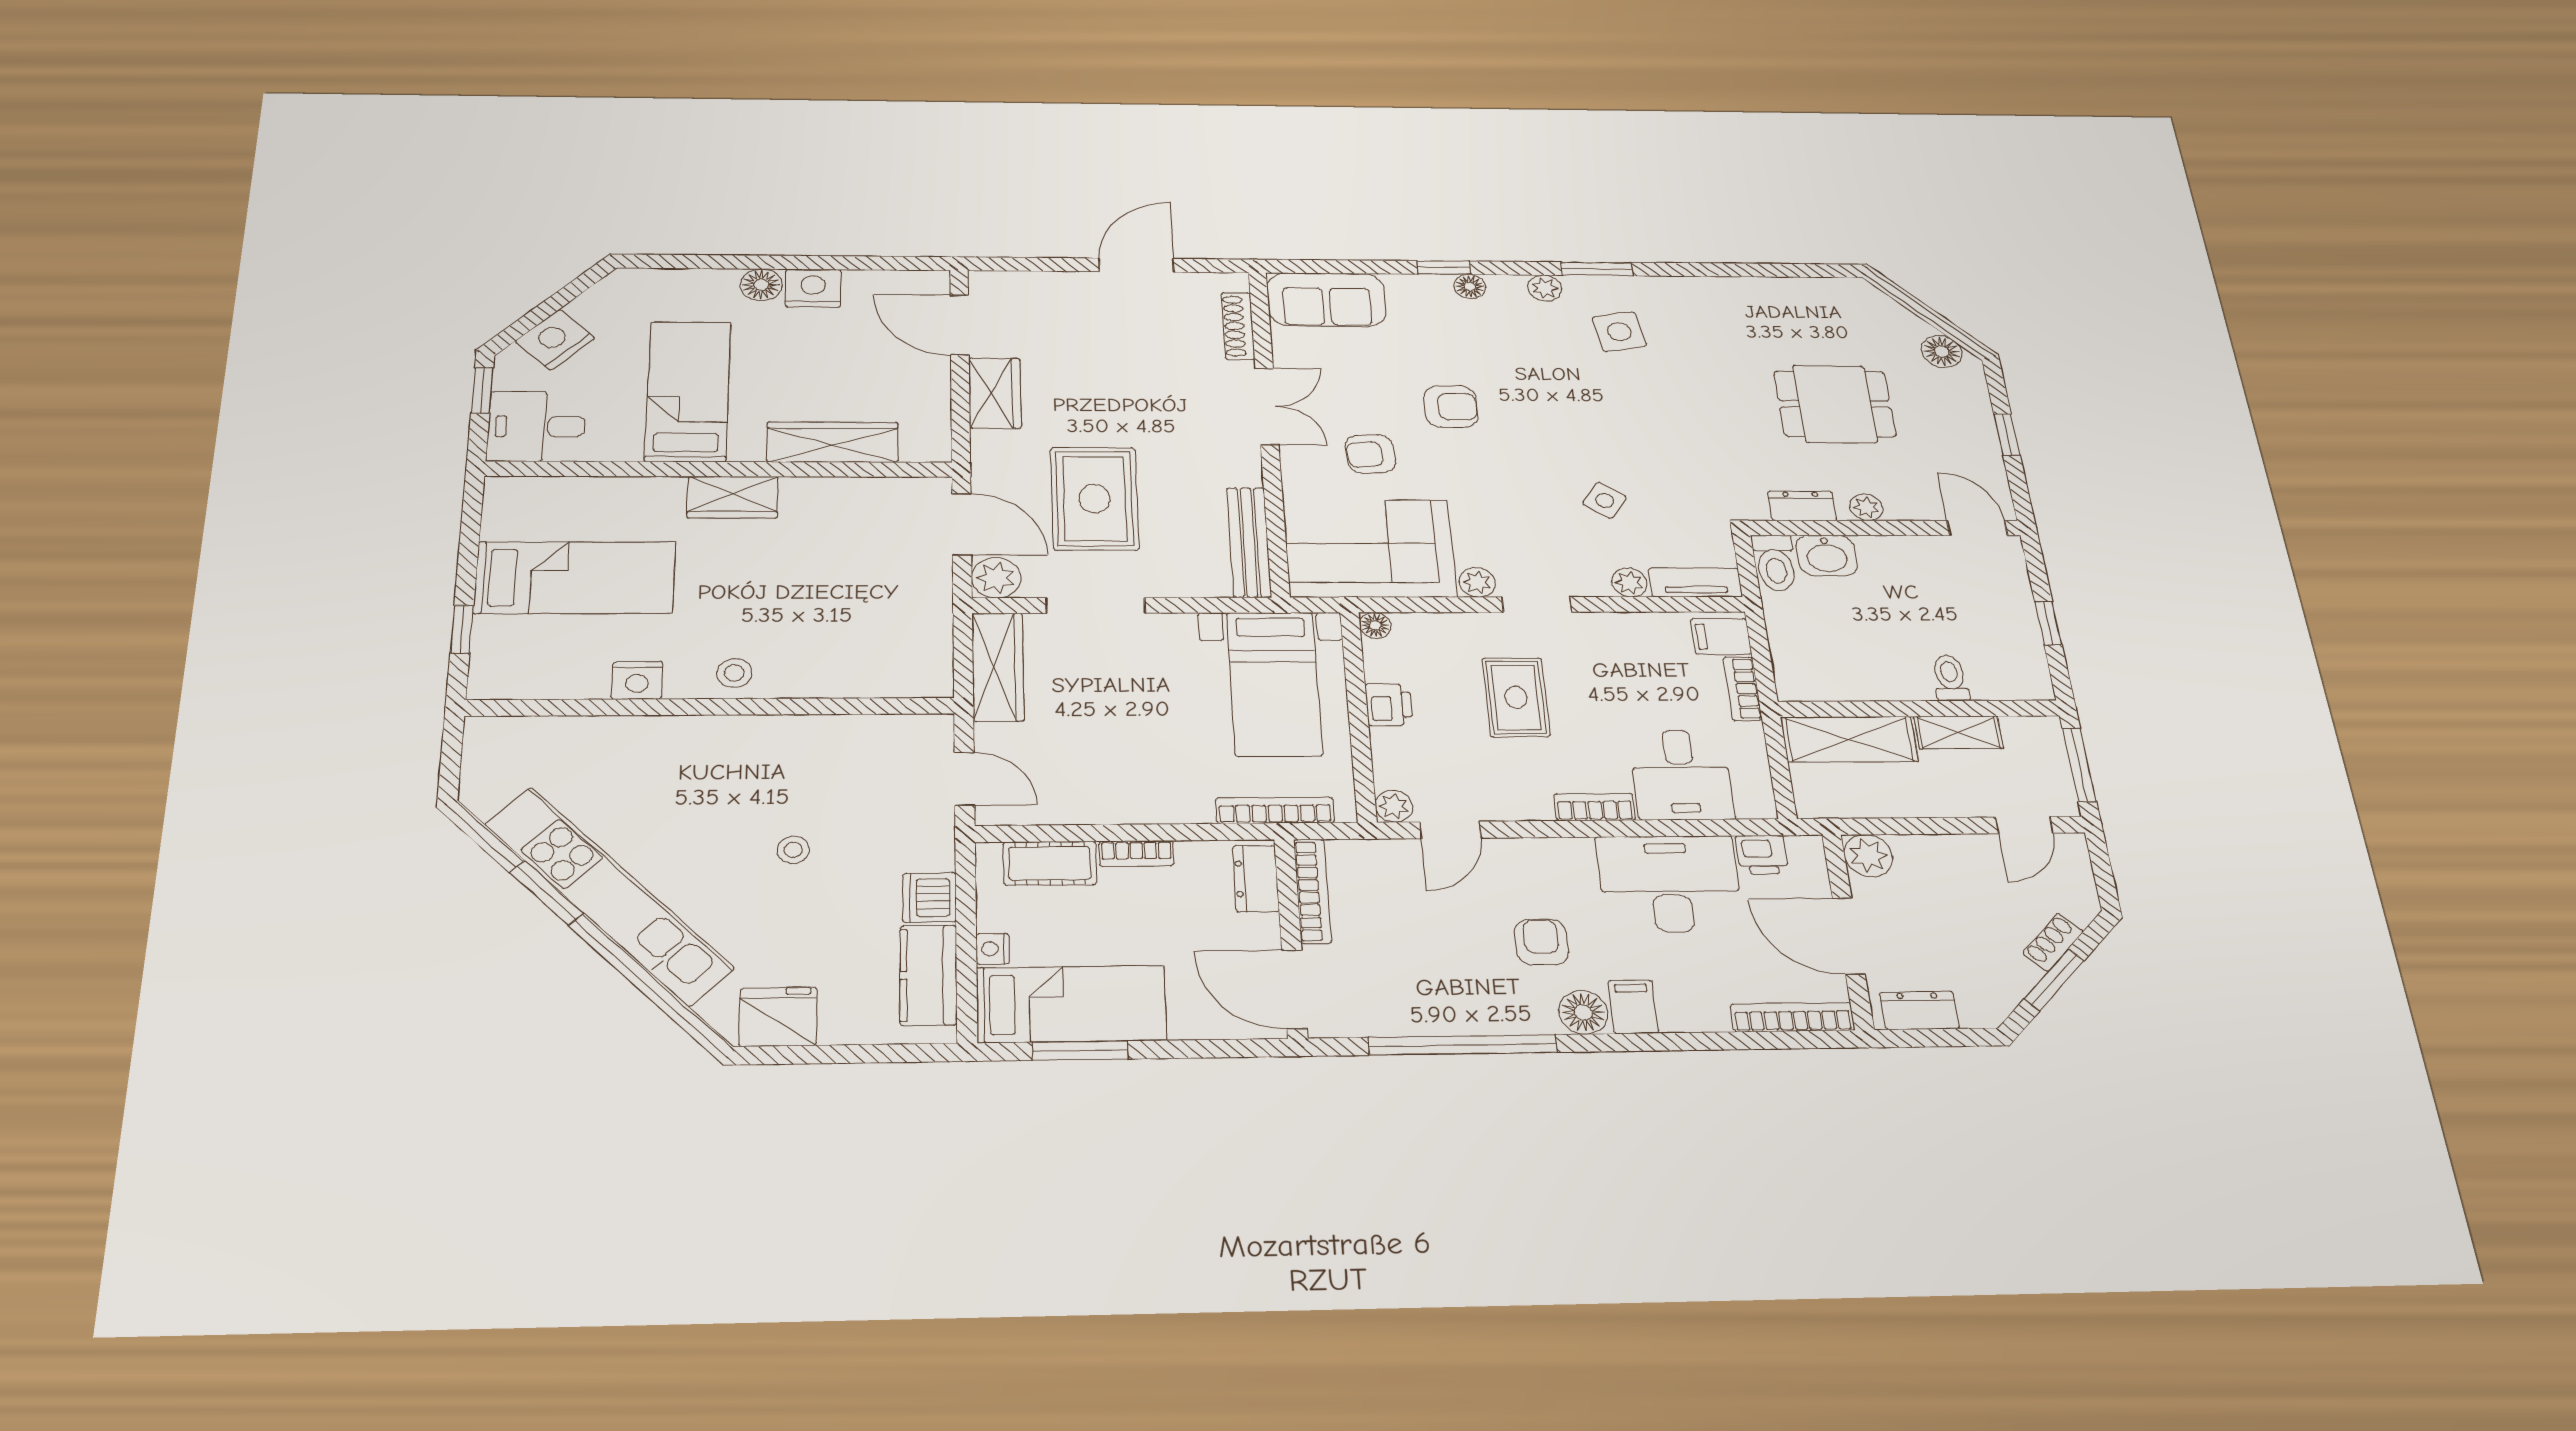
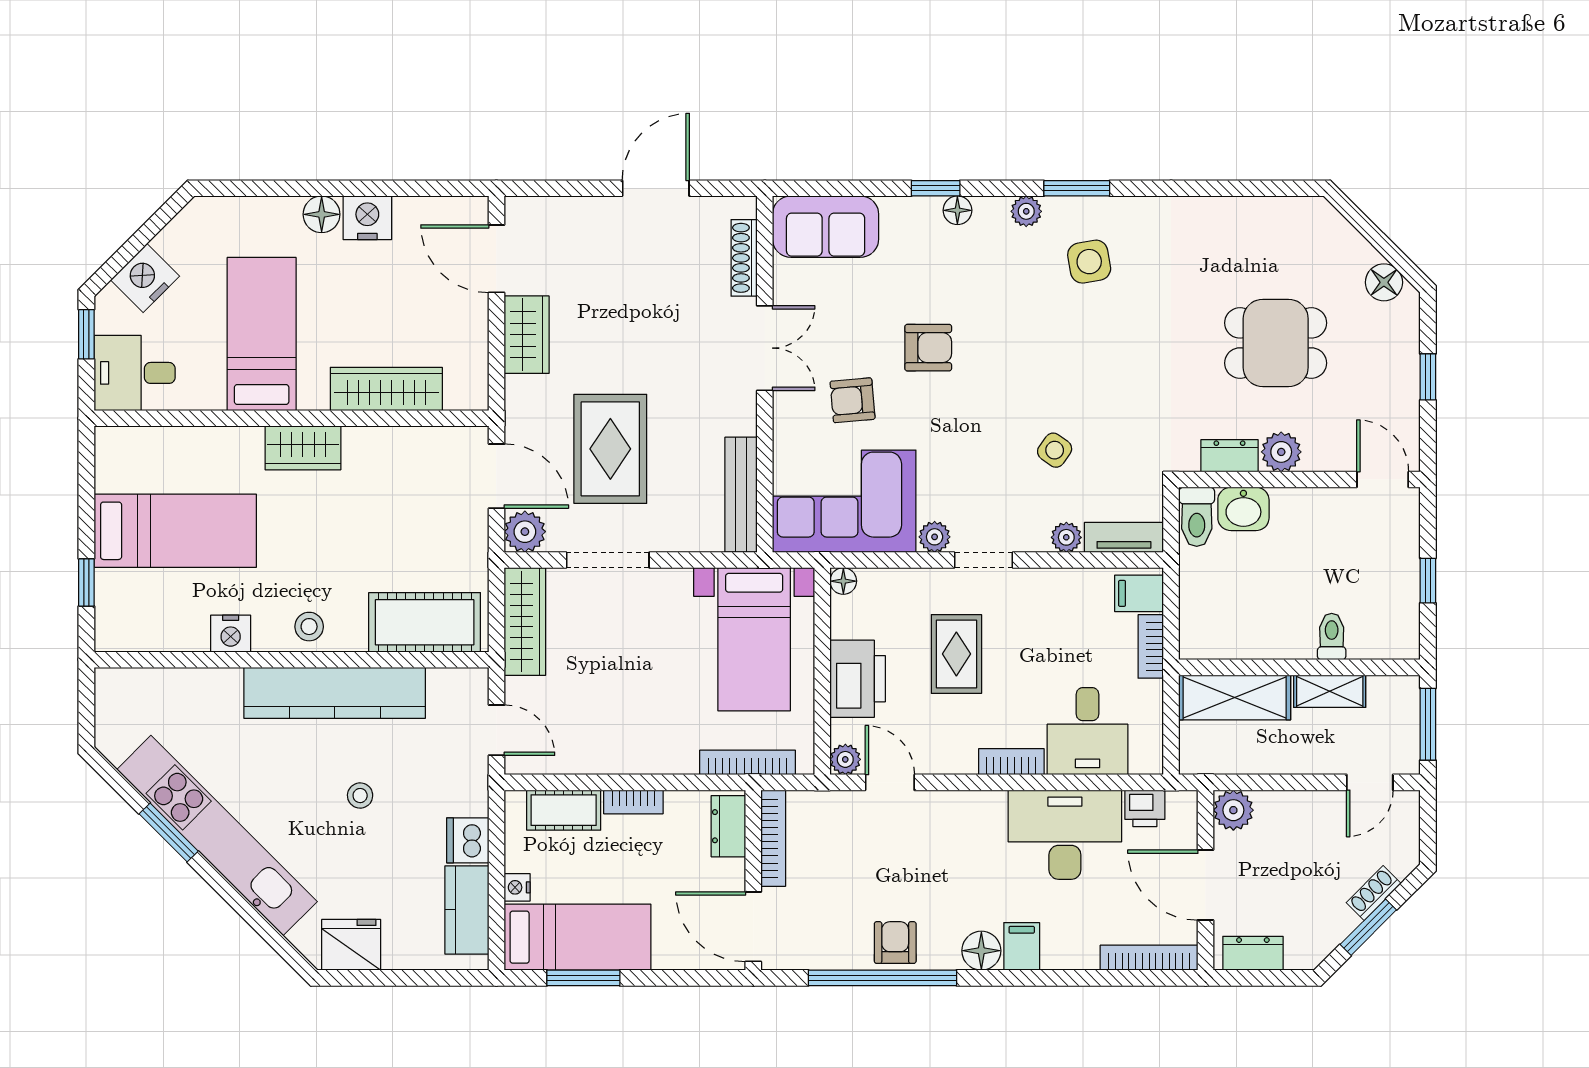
plant: (1866, 507) -> (1281, 452), width x1.38, depth x1.38
cot: (876, 668) -> (425, 622), added
printer: (1389, 705) -> (858, 679), width x1.87, depth x1.48
kitchen counter: (764, 741) -> (335, 693), added
door: (1450, 830) -> (890, 782), swing flipped
armchair: (1541, 942) -> (895, 943), moved

